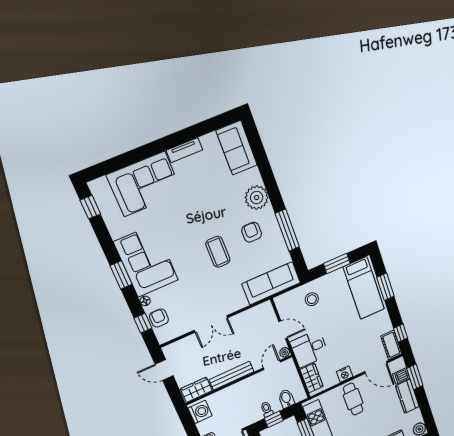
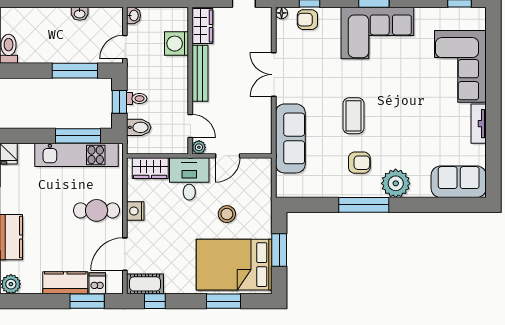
window: (287, 230) -> (364, 205), moved
coffee table: (218, 252) -> (354, 116), turned 90
sofa: (271, 283) -> (290, 138), moved
bed: (364, 288) -> (234, 265), width x1.50
stool: (312, 299) -> (227, 214), moved
floor lamp: (145, 301) -> (282, 13), moved
armchair: (159, 318) -> (307, 20), turned 180
washing machine: (200, 412) -> (177, 44), moved, turned 90

